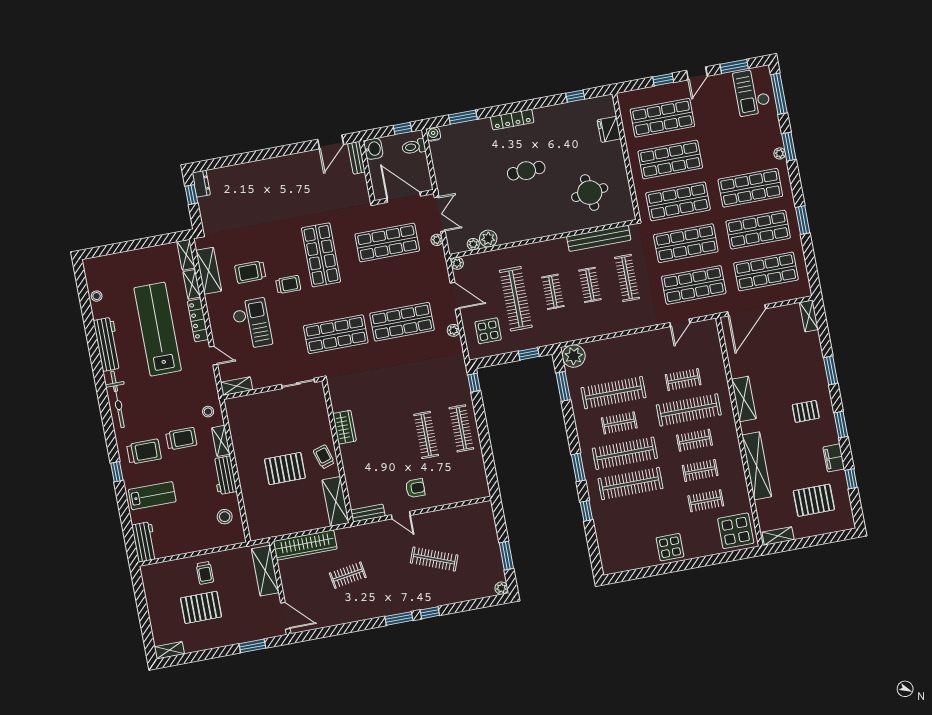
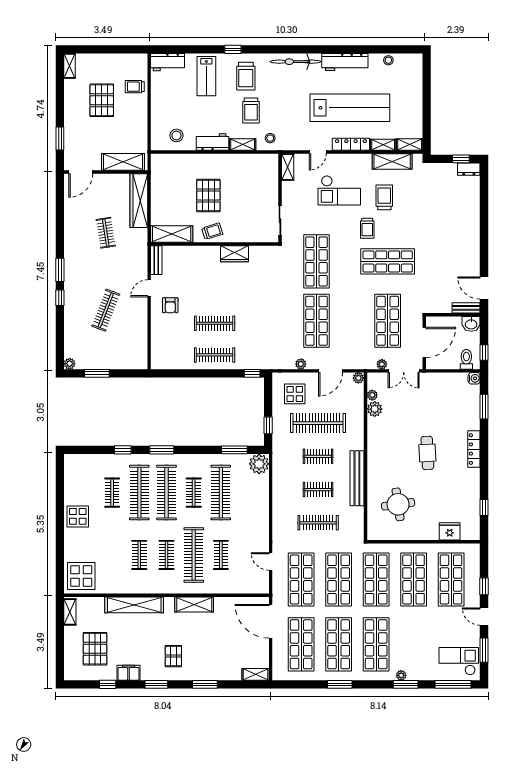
bench: (599, 238) -> (357, 478), moved
clothes rail: (706, 501) -> (112, 493), moved
trolley: (205, 573) -> (135, 87), moved

